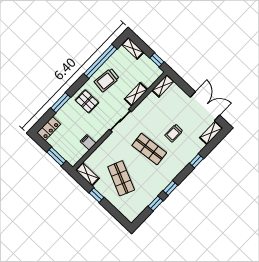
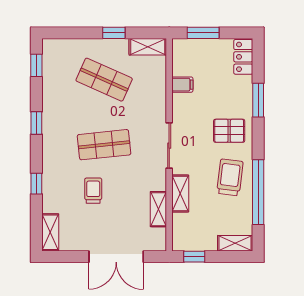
shelving: (163, 86) -> (158, 209), moved
double door: (205, 106) -> (116, 257), moved
window: (156, 203) -> (36, 65), moved

